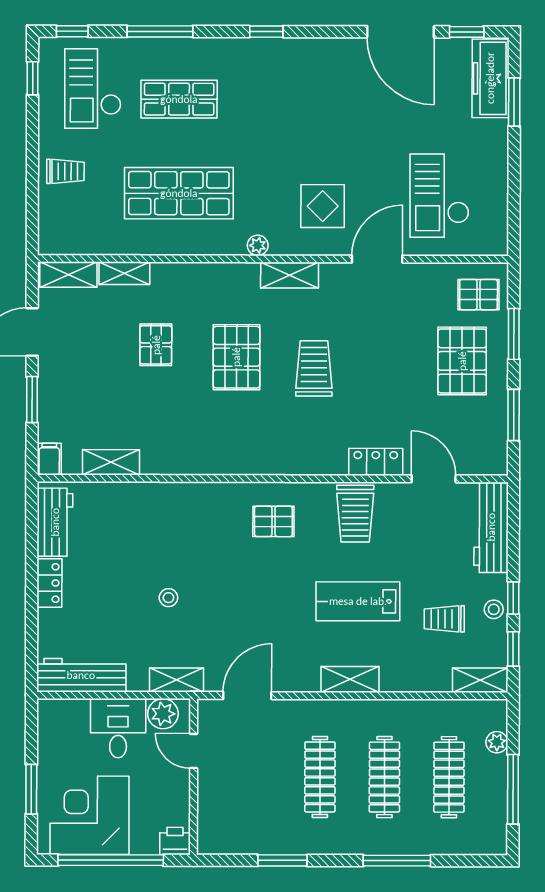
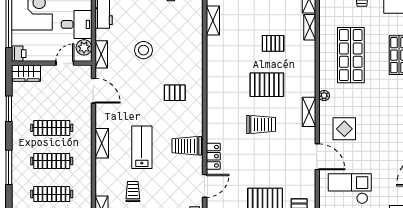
pallet: (273, 521) -> (175, 93), moved, turned 90
stool: (168, 598) -> (144, 50), width x1.89, depth x1.89
wardrobe: (213, 827) -> (26, 73), added

